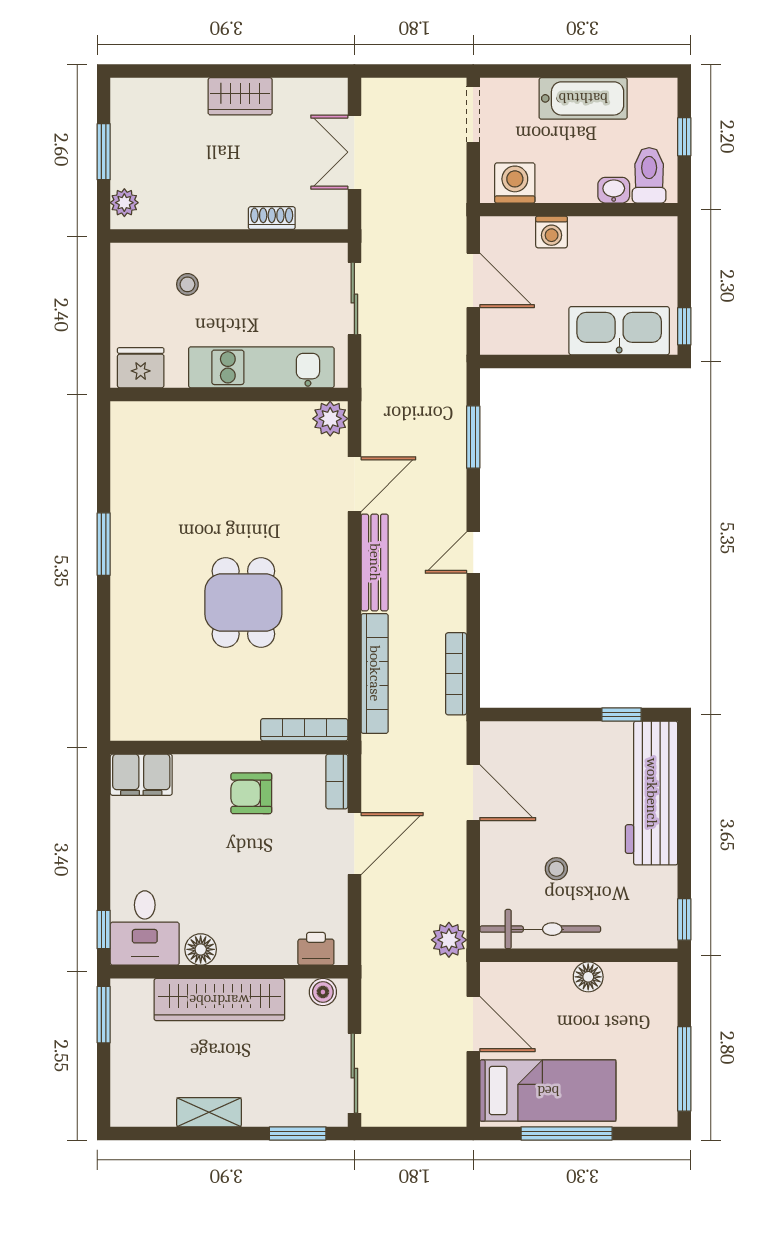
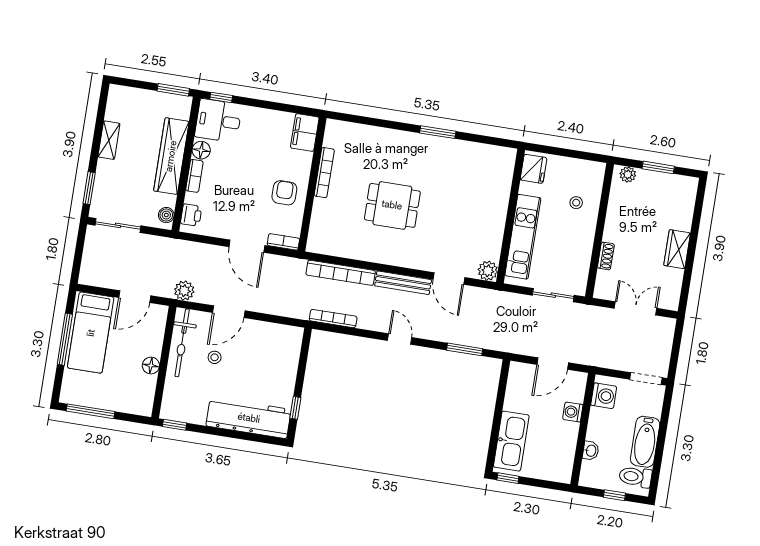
toilet: (649, 175) -> (635, 477), moved, turned 180
bookcase: (304, 730) -> (324, 173), moved
door: (473, 793) -> (229, 312), moved
bookcase: (247, 954) -> (194, 176), added

